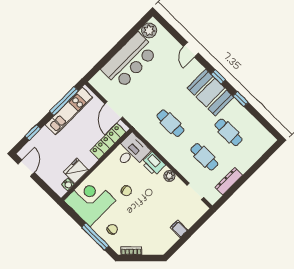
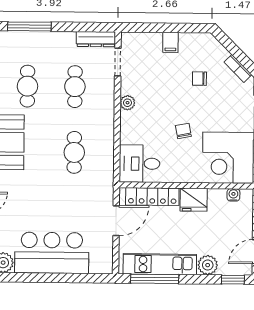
window: (33, 132) -> (233, 280), moved
plant: (44, 136) -> (208, 265), added
printer: (153, 164) -> (131, 130), removed
window: (259, 164) -> (29, 26), added
fridge: (76, 171) -> (194, 200), moved
dresser: (229, 181) -> (96, 39), moved
chair: (112, 229) -> (199, 79), moved

